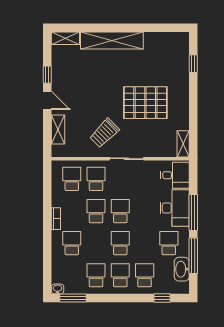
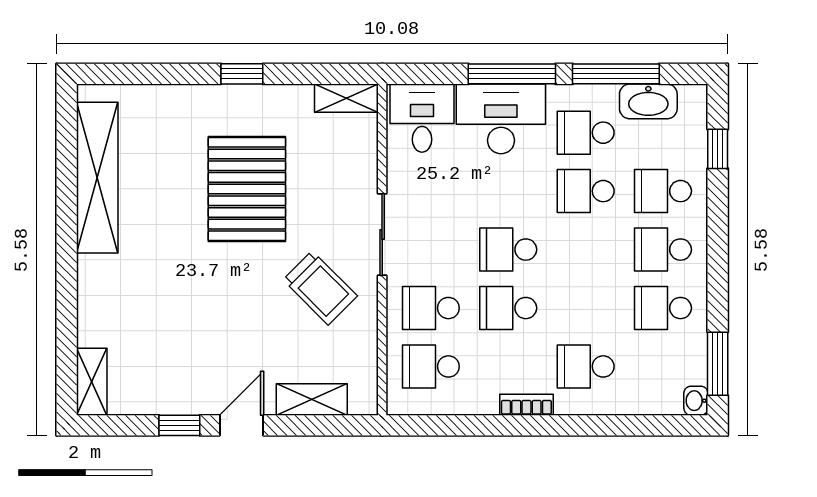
shelving: (112, 40) -> (97, 178), moved
window: (193, 64) -> (242, 74), moved
school desk: (120, 243) -> (586, 191), moved

